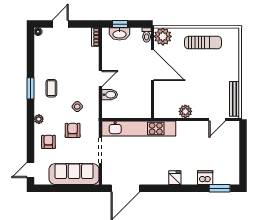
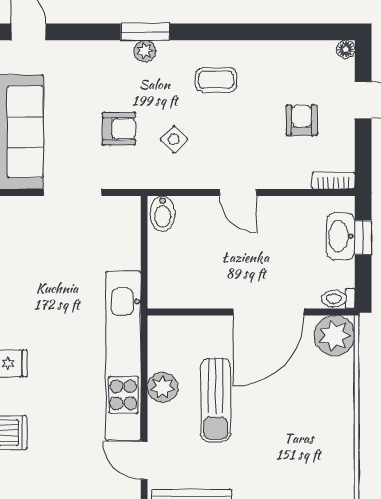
sun lounger: (203, 43) -> (216, 400), moved
window: (30, 88) -> (145, 32), moved
bidet: (110, 95) -> (163, 214), moved
kitchen unit: (139, 129) -> (123, 356), moved
armchair: (48, 142) -> (302, 120), moved, turned -90

